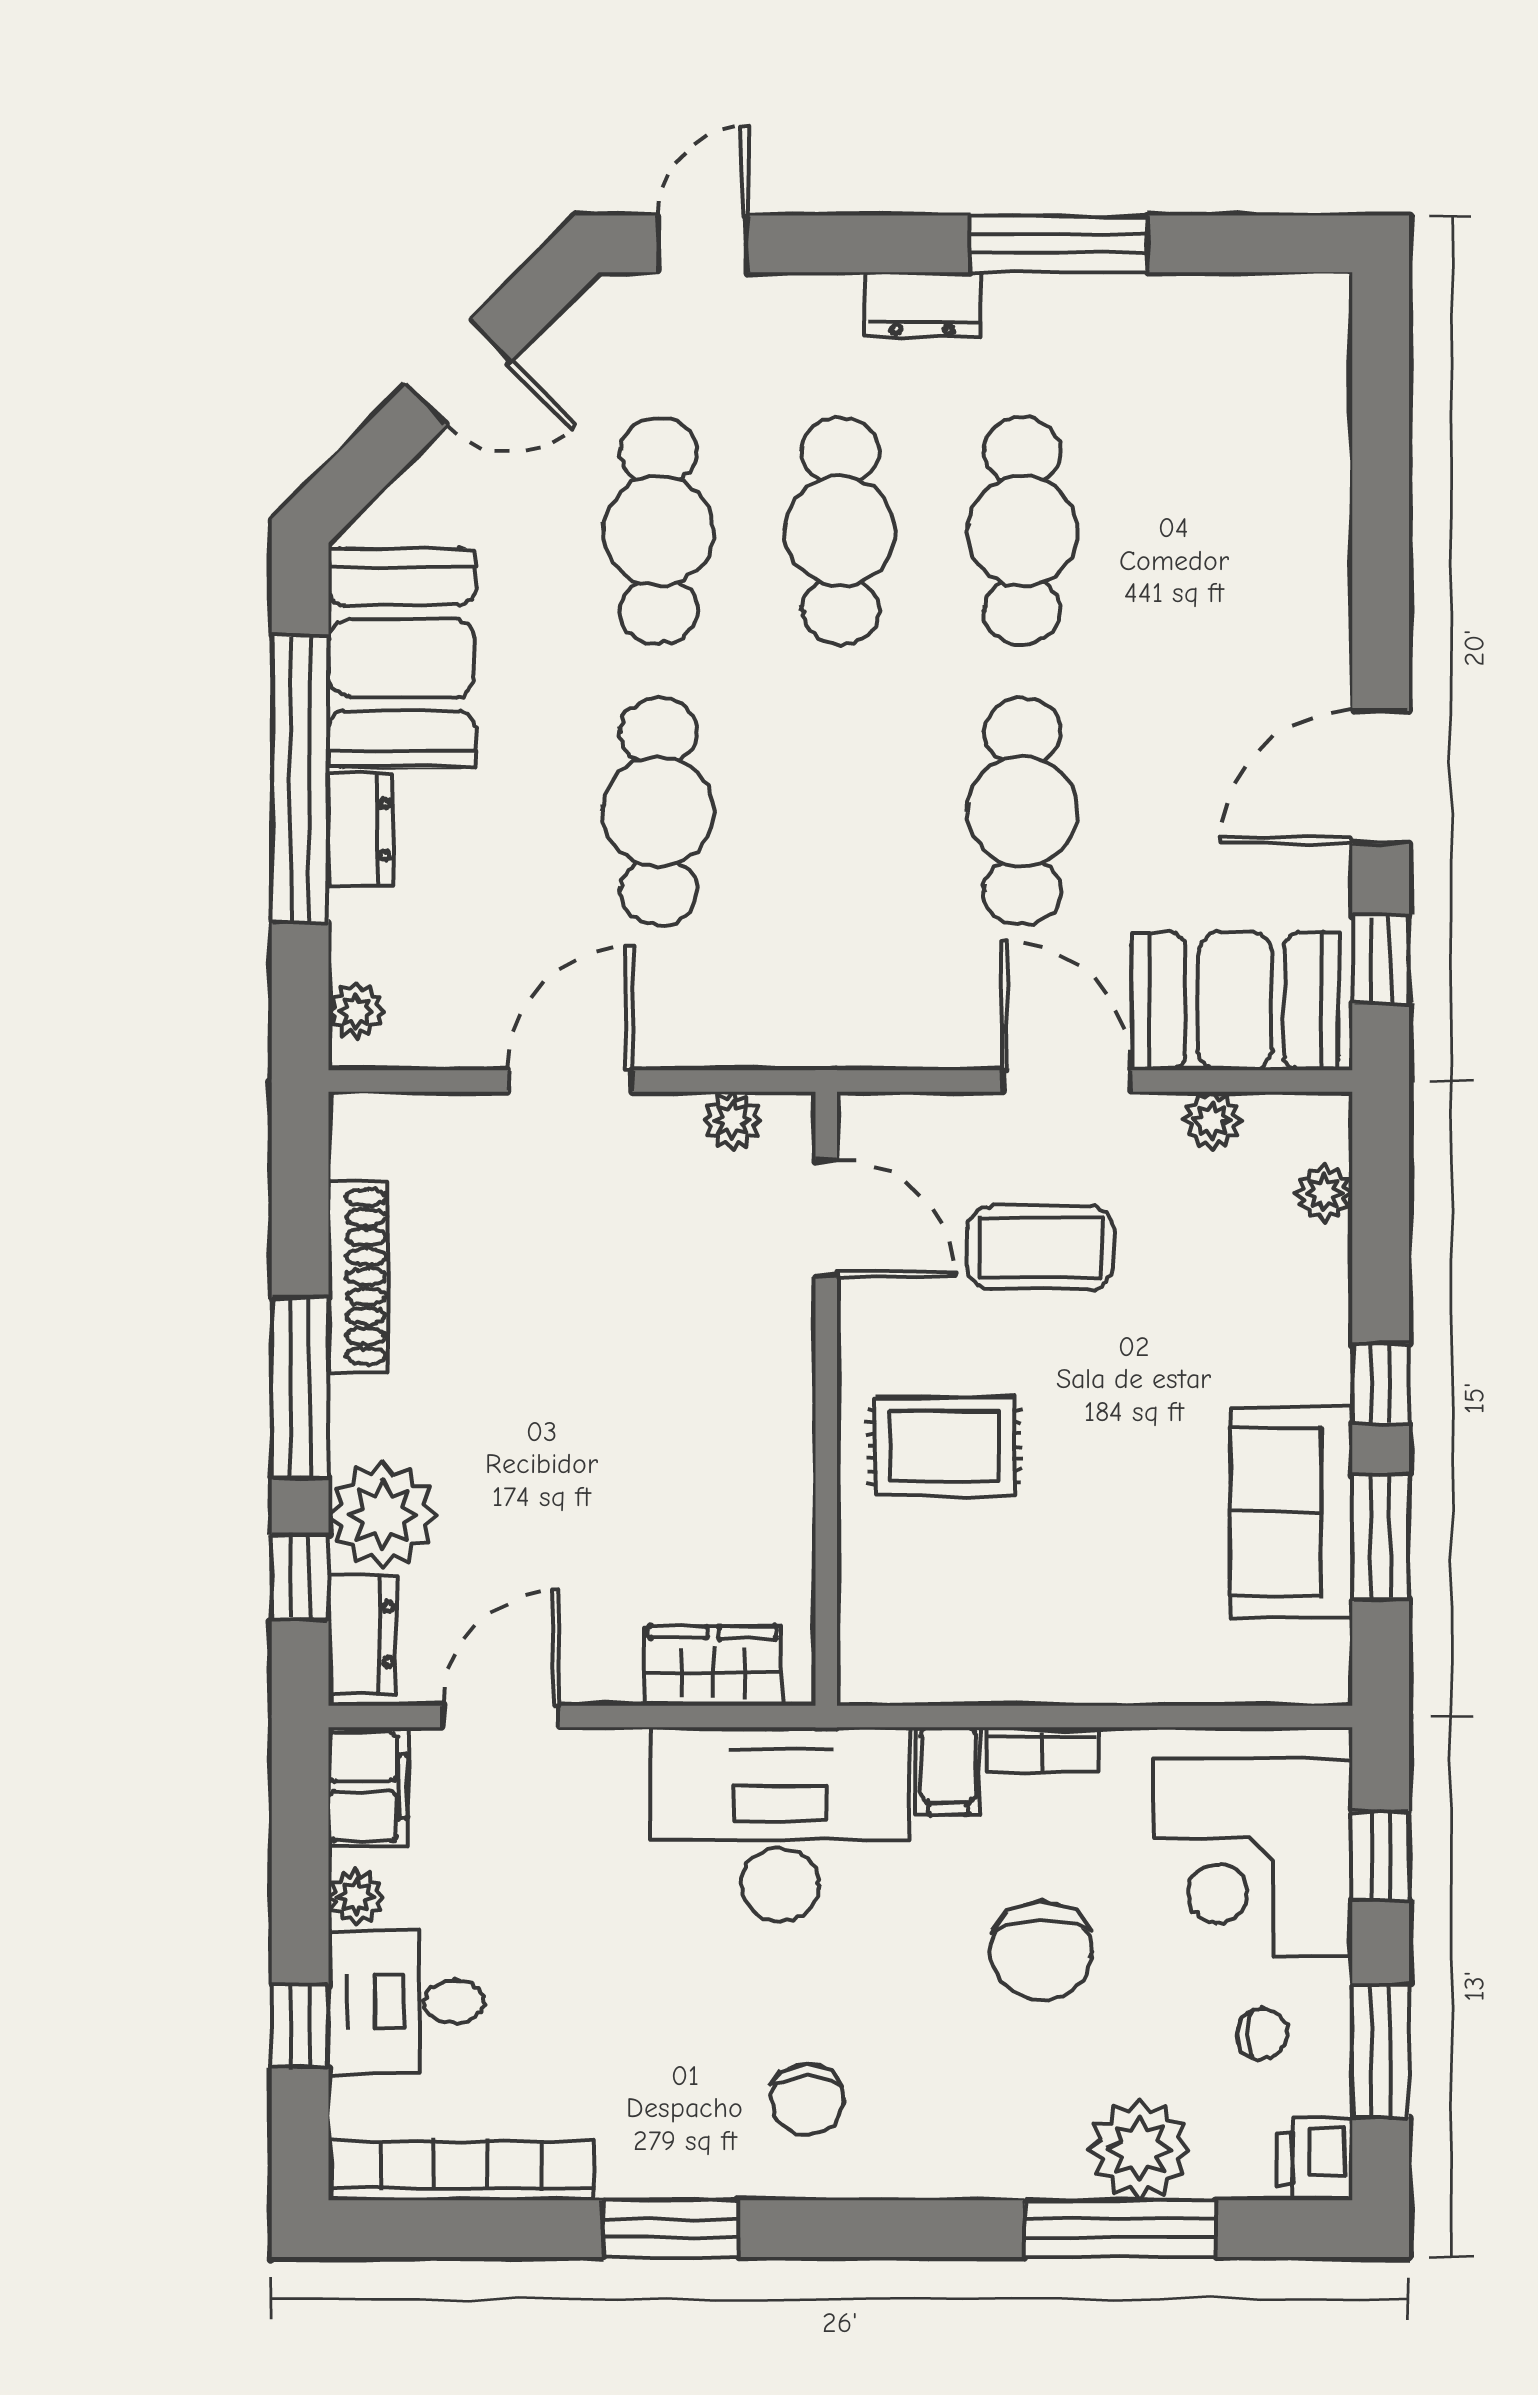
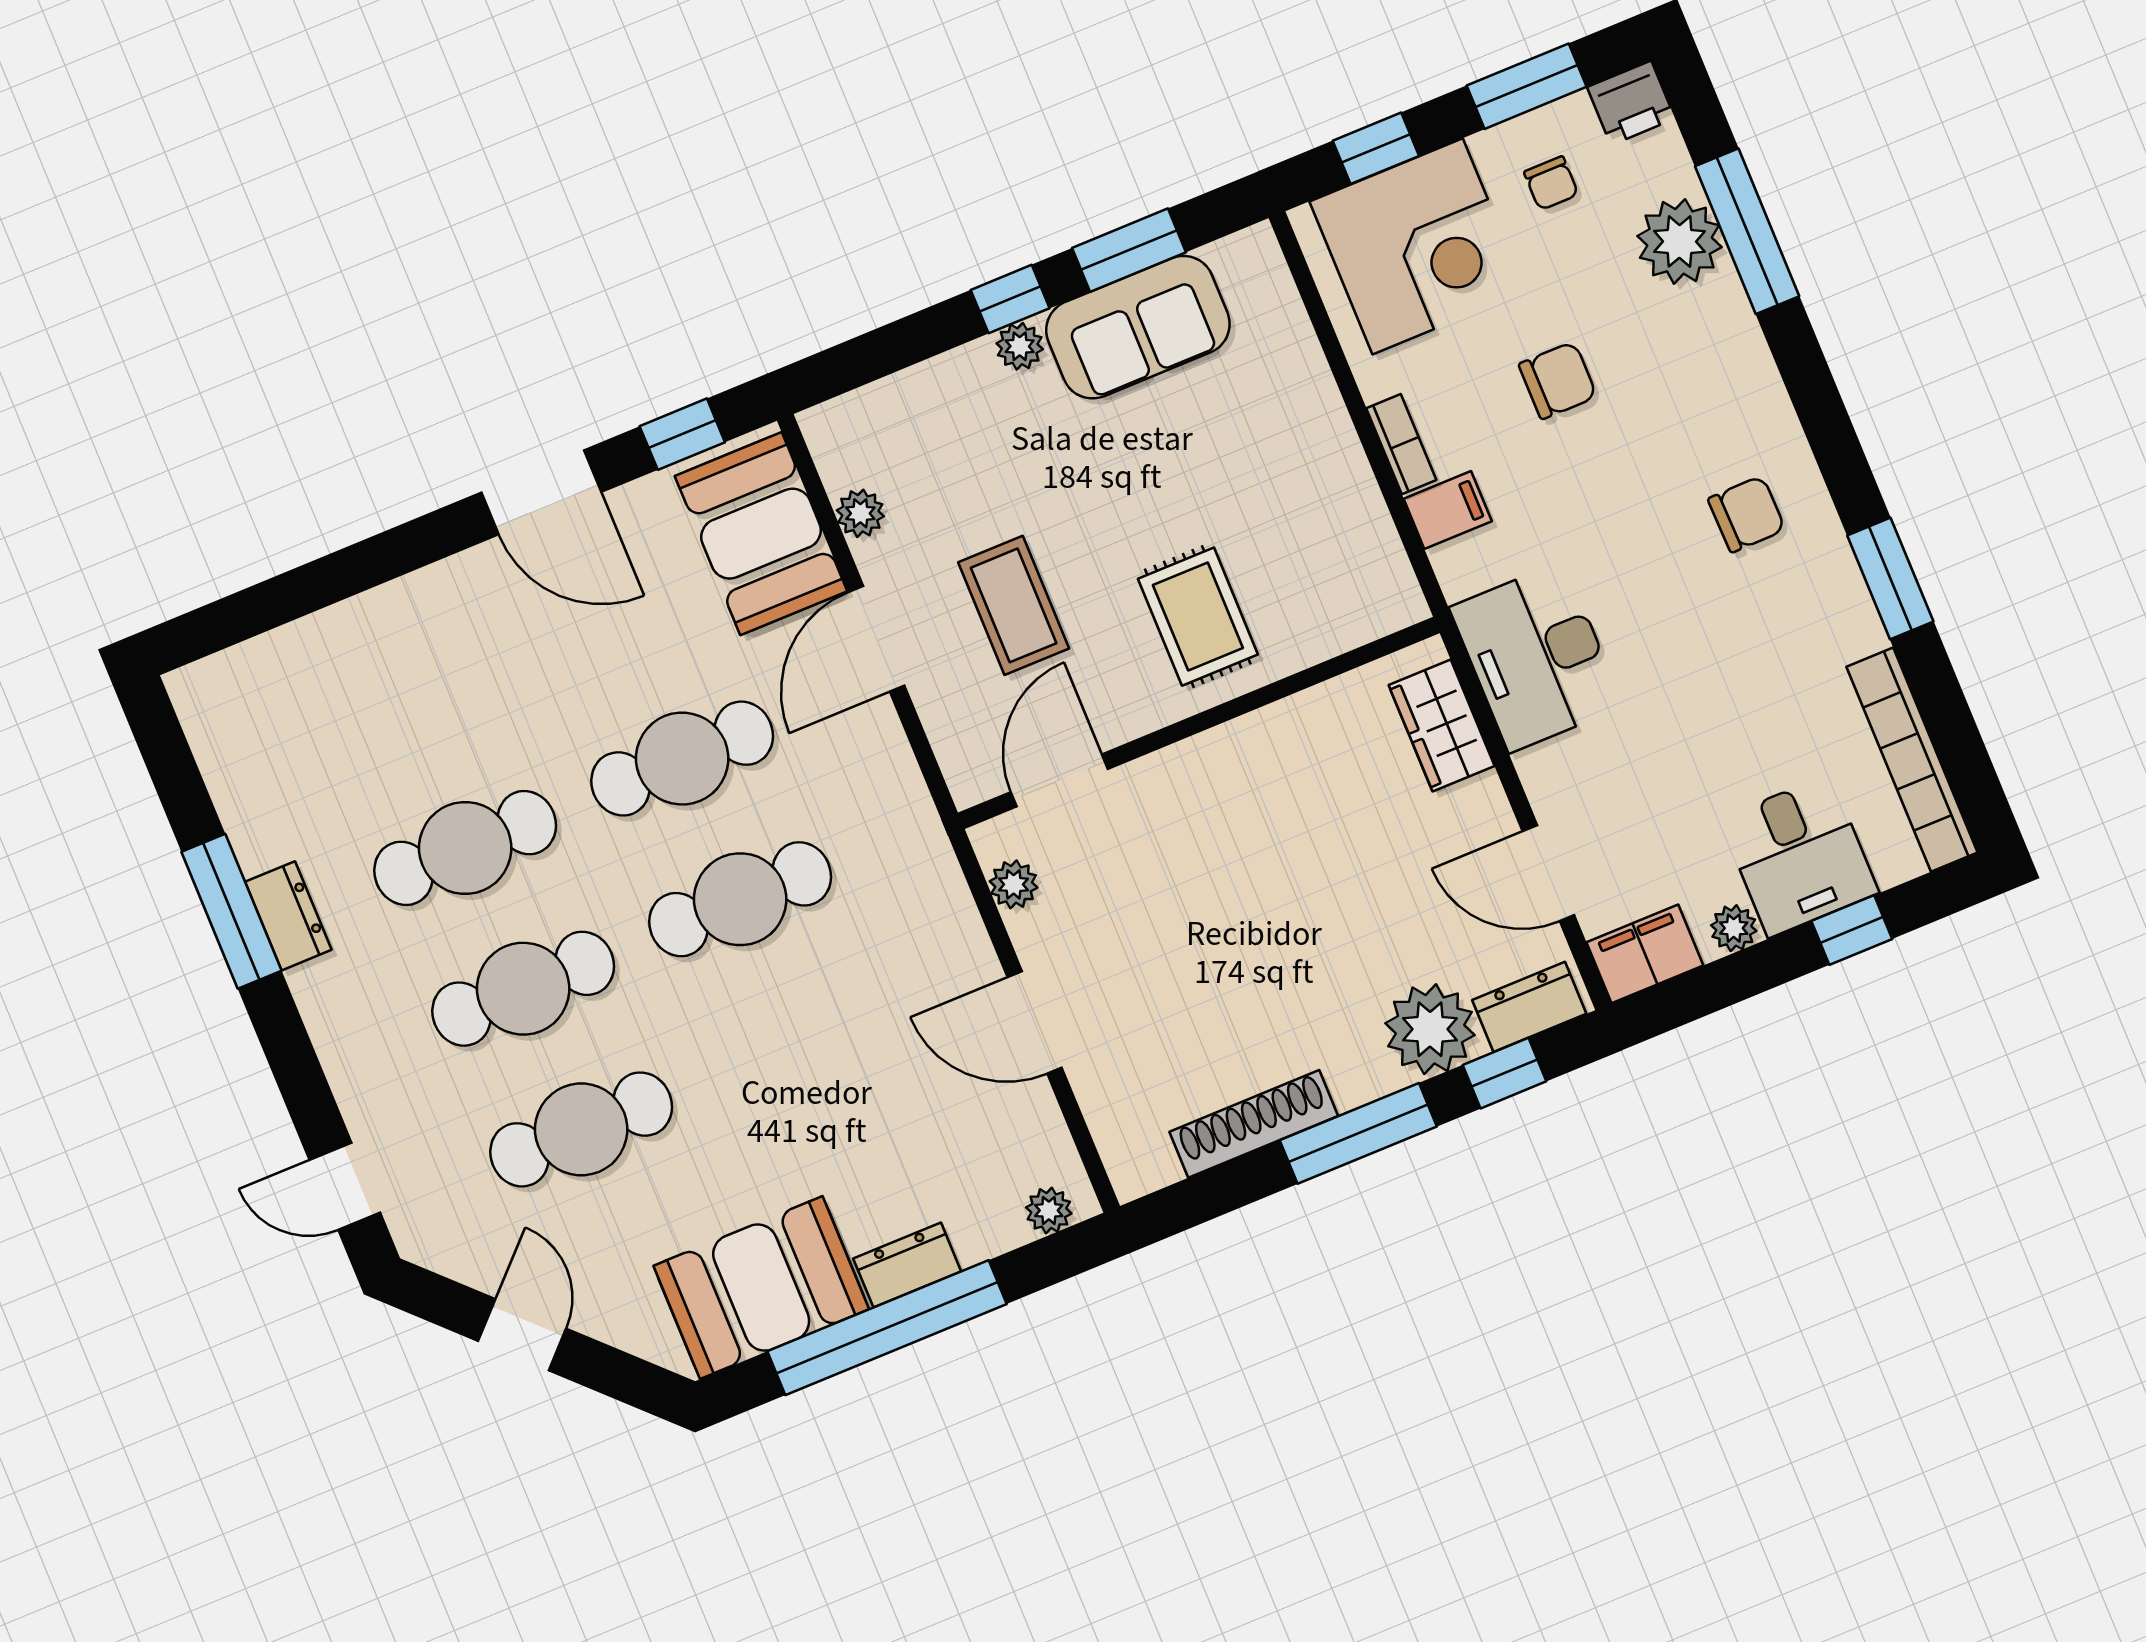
dresser: (923, 305) -> (288, 916), moved
cafe table: (658, 812) -> (740, 899), moved
plant: (1324, 1193) -> (1020, 346), moved
desk: (780, 1824) -> (1536, 657), width x0.73, depth x0.77
chair: (1041, 1951) -> (1558, 380), width x0.73, depth x0.73
chair: (1262, 2034) -> (1551, 183), turned 180

